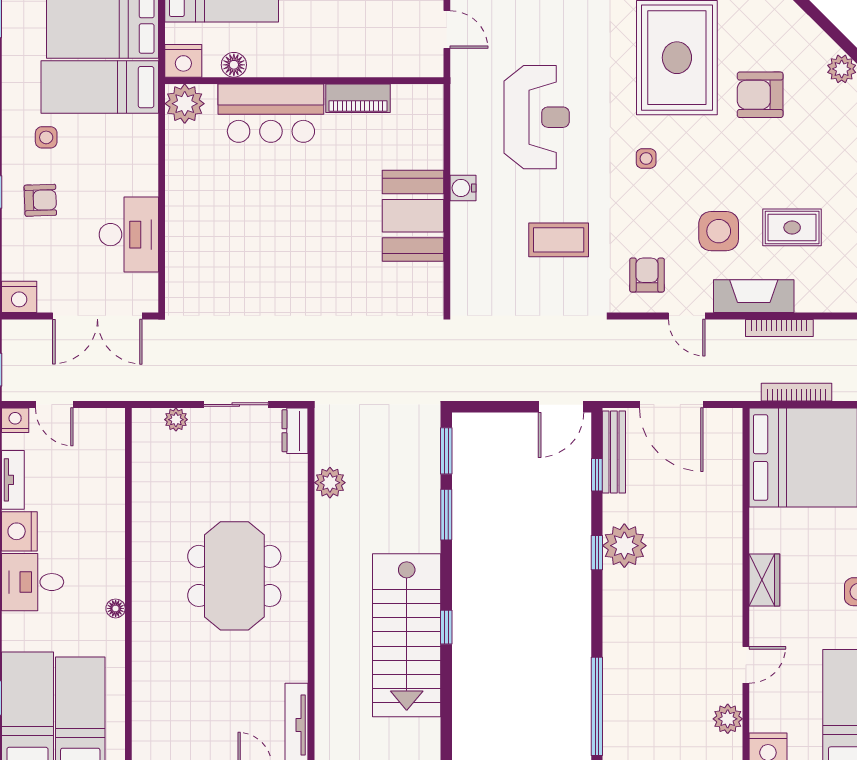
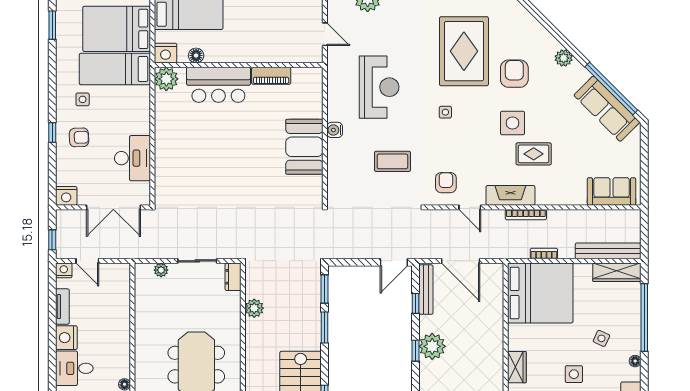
armchair: (760, 95) -> (514, 74), turned 90
side table: (719, 231) -> (513, 123), moved
bookcase: (796, 392) -> (544, 254), width x0.64

